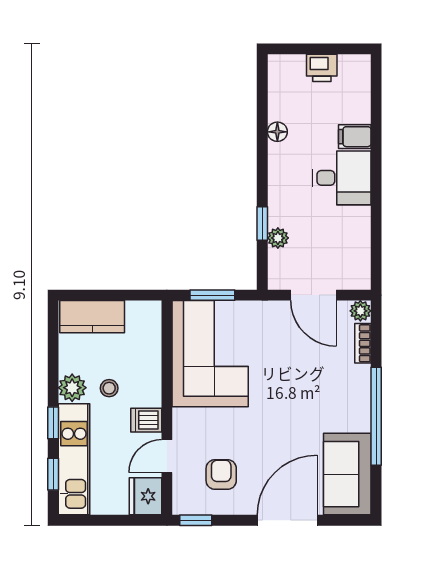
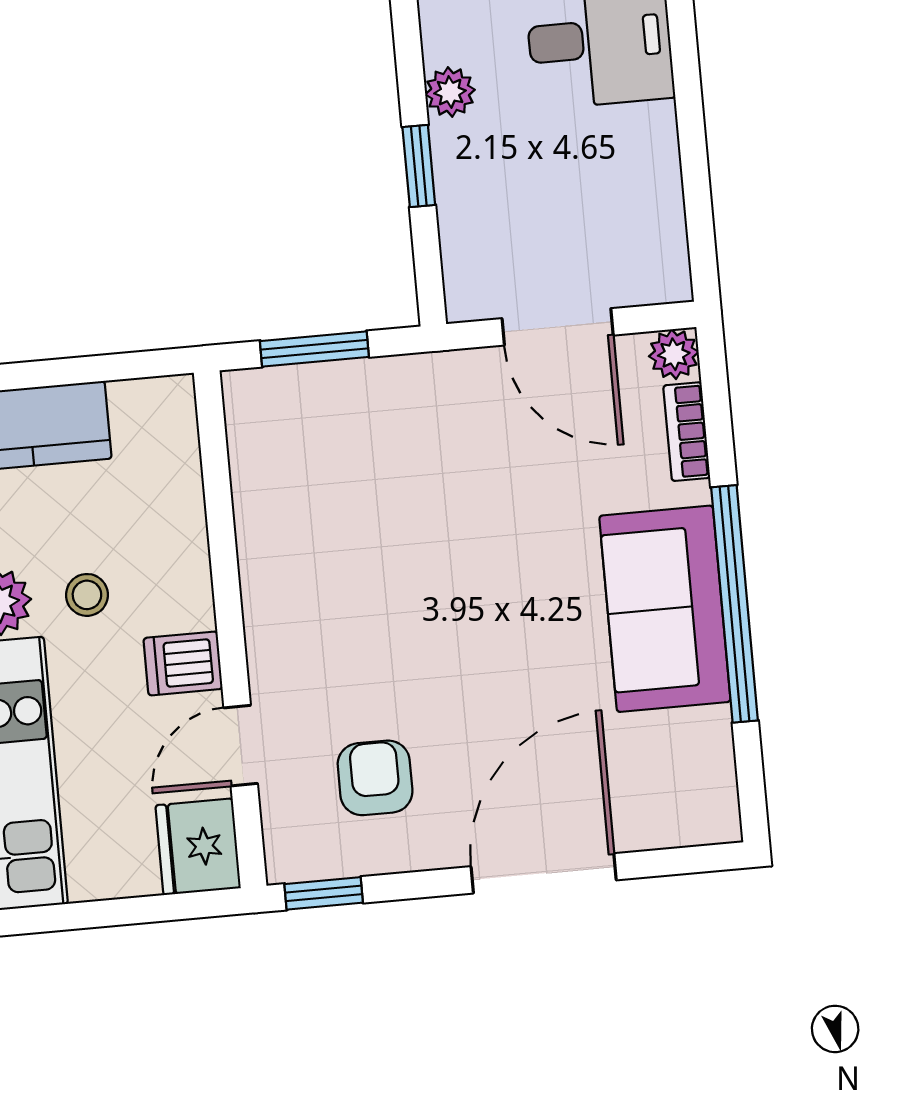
plant: (278, 238) -> (450, 92), moved
corner sofa: (210, 354) -> (322, 490), removed
sofa: (347, 474) -> (665, 609), moved

